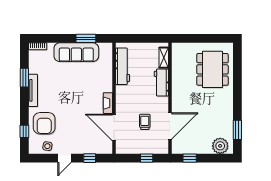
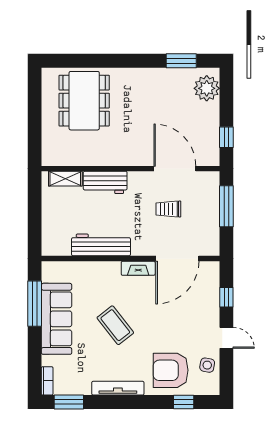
window: (86, 38) -> (35, 304), width x1.44
workbench: (122, 66) -> (101, 245), moved
dining table: (212, 69) -> (84, 101), turned 90
window: (24, 78) -> (69, 402), moved
coffee table: (72, 89) -> (115, 325), added
armchair: (44, 123) -> (171, 370), turned 180
window: (147, 158) -> (226, 206), width x2.17

